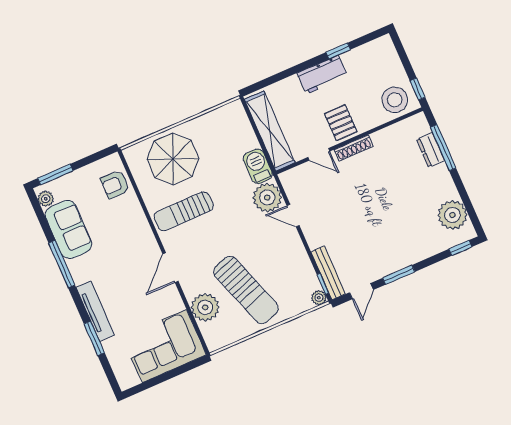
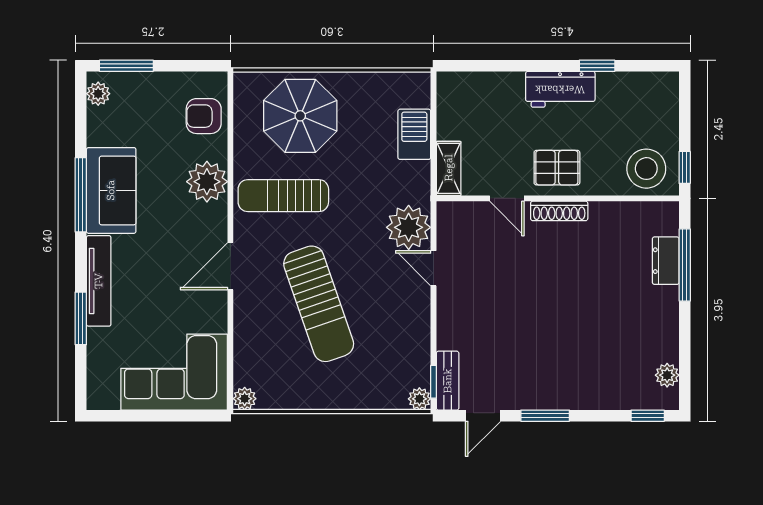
pallet: (341, 123) -> (557, 168), turned 90
shelving: (270, 131) -> (449, 168), width x0.45, depth x0.75
barbecue: (258, 166) -> (414, 134), moved
plant: (452, 215) -> (667, 375), width x0.53, depth x0.53
plant: (134, 223) -> (207, 182), added
sofa: (68, 229) -> (111, 190), moved
bench: (328, 273) -> (448, 381), width x0.73
sun lounger: (246, 290) -> (319, 304), moved
plant: (205, 307) -> (245, 399), moved, width x0.53, depth x0.53

